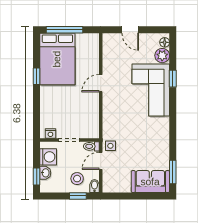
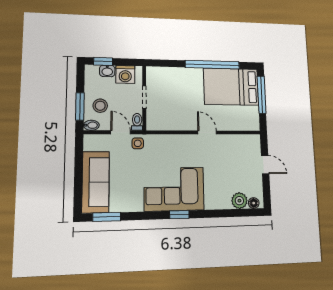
door: (130, 30) -> (265, 165), swing flipped
window: (37, 76) -> (212, 65), width x3.17
window: (173, 79) -> (179, 215), moved
corner sofa: (151, 90) -> (174, 189), moved
nightstand: (50, 134) -> (151, 78), removed
sofa: (150, 182) -> (96, 182), width x1.36
window: (78, 196) -> (80, 106), width x1.50

